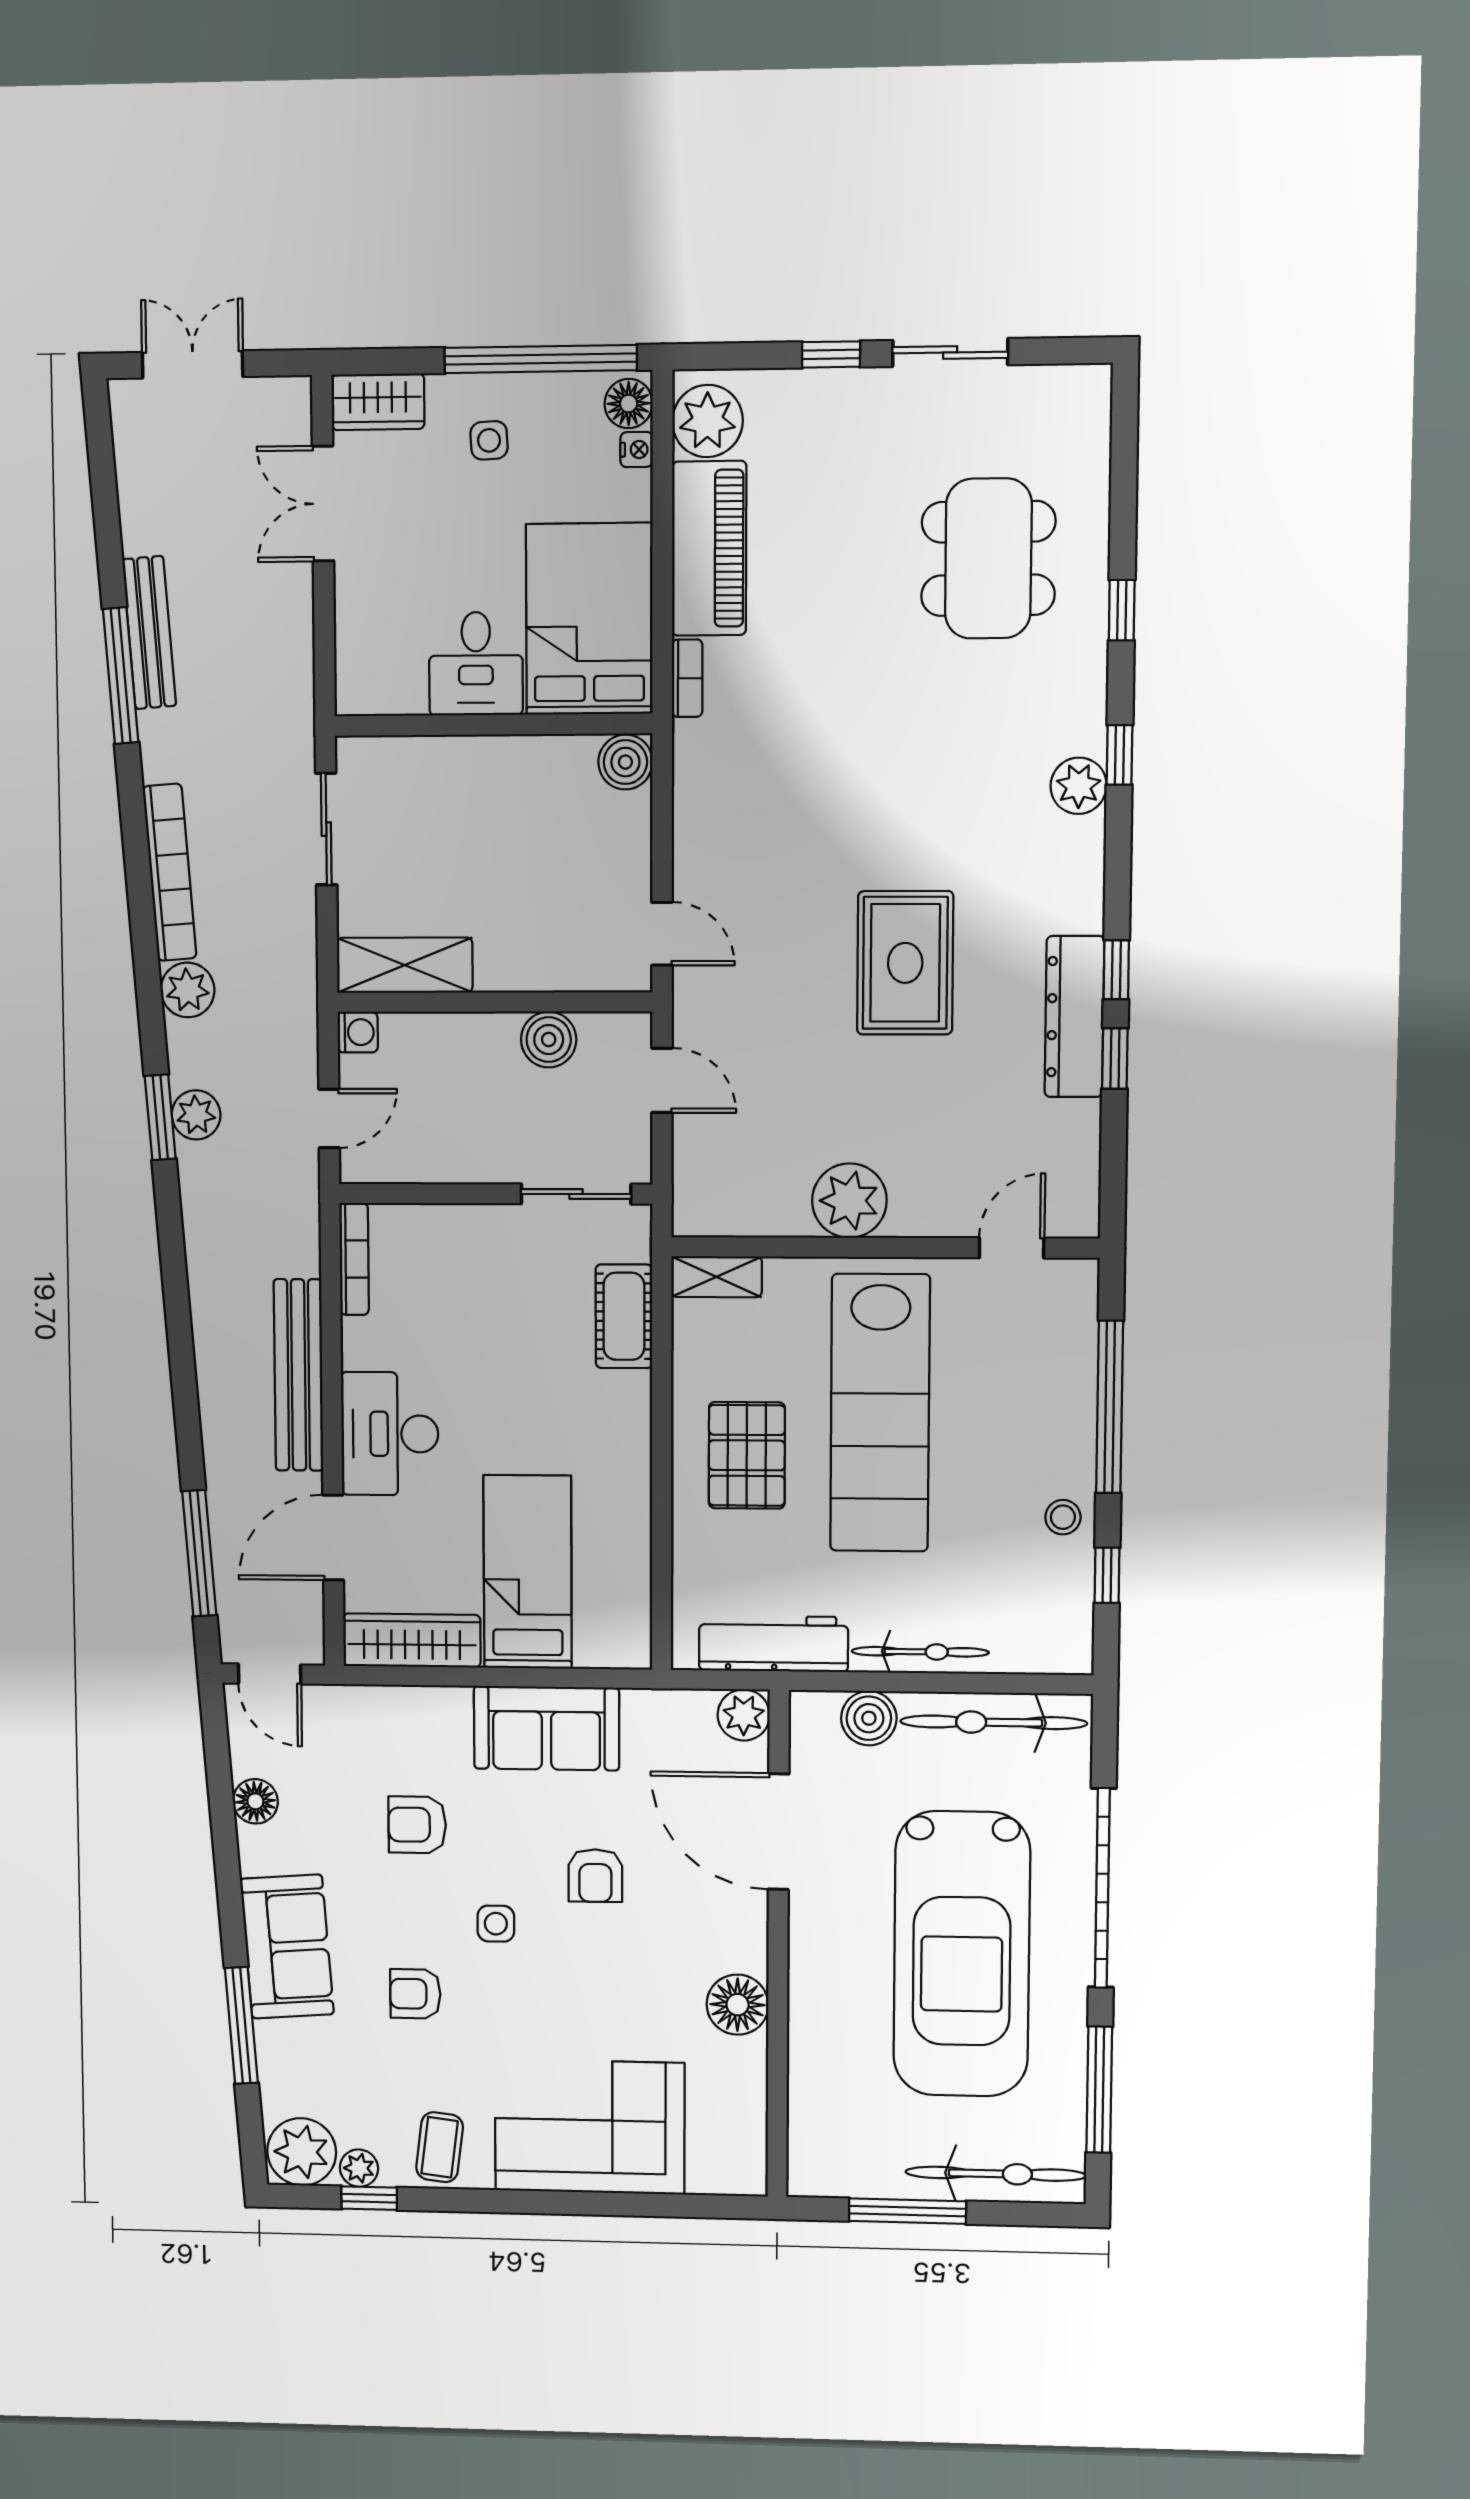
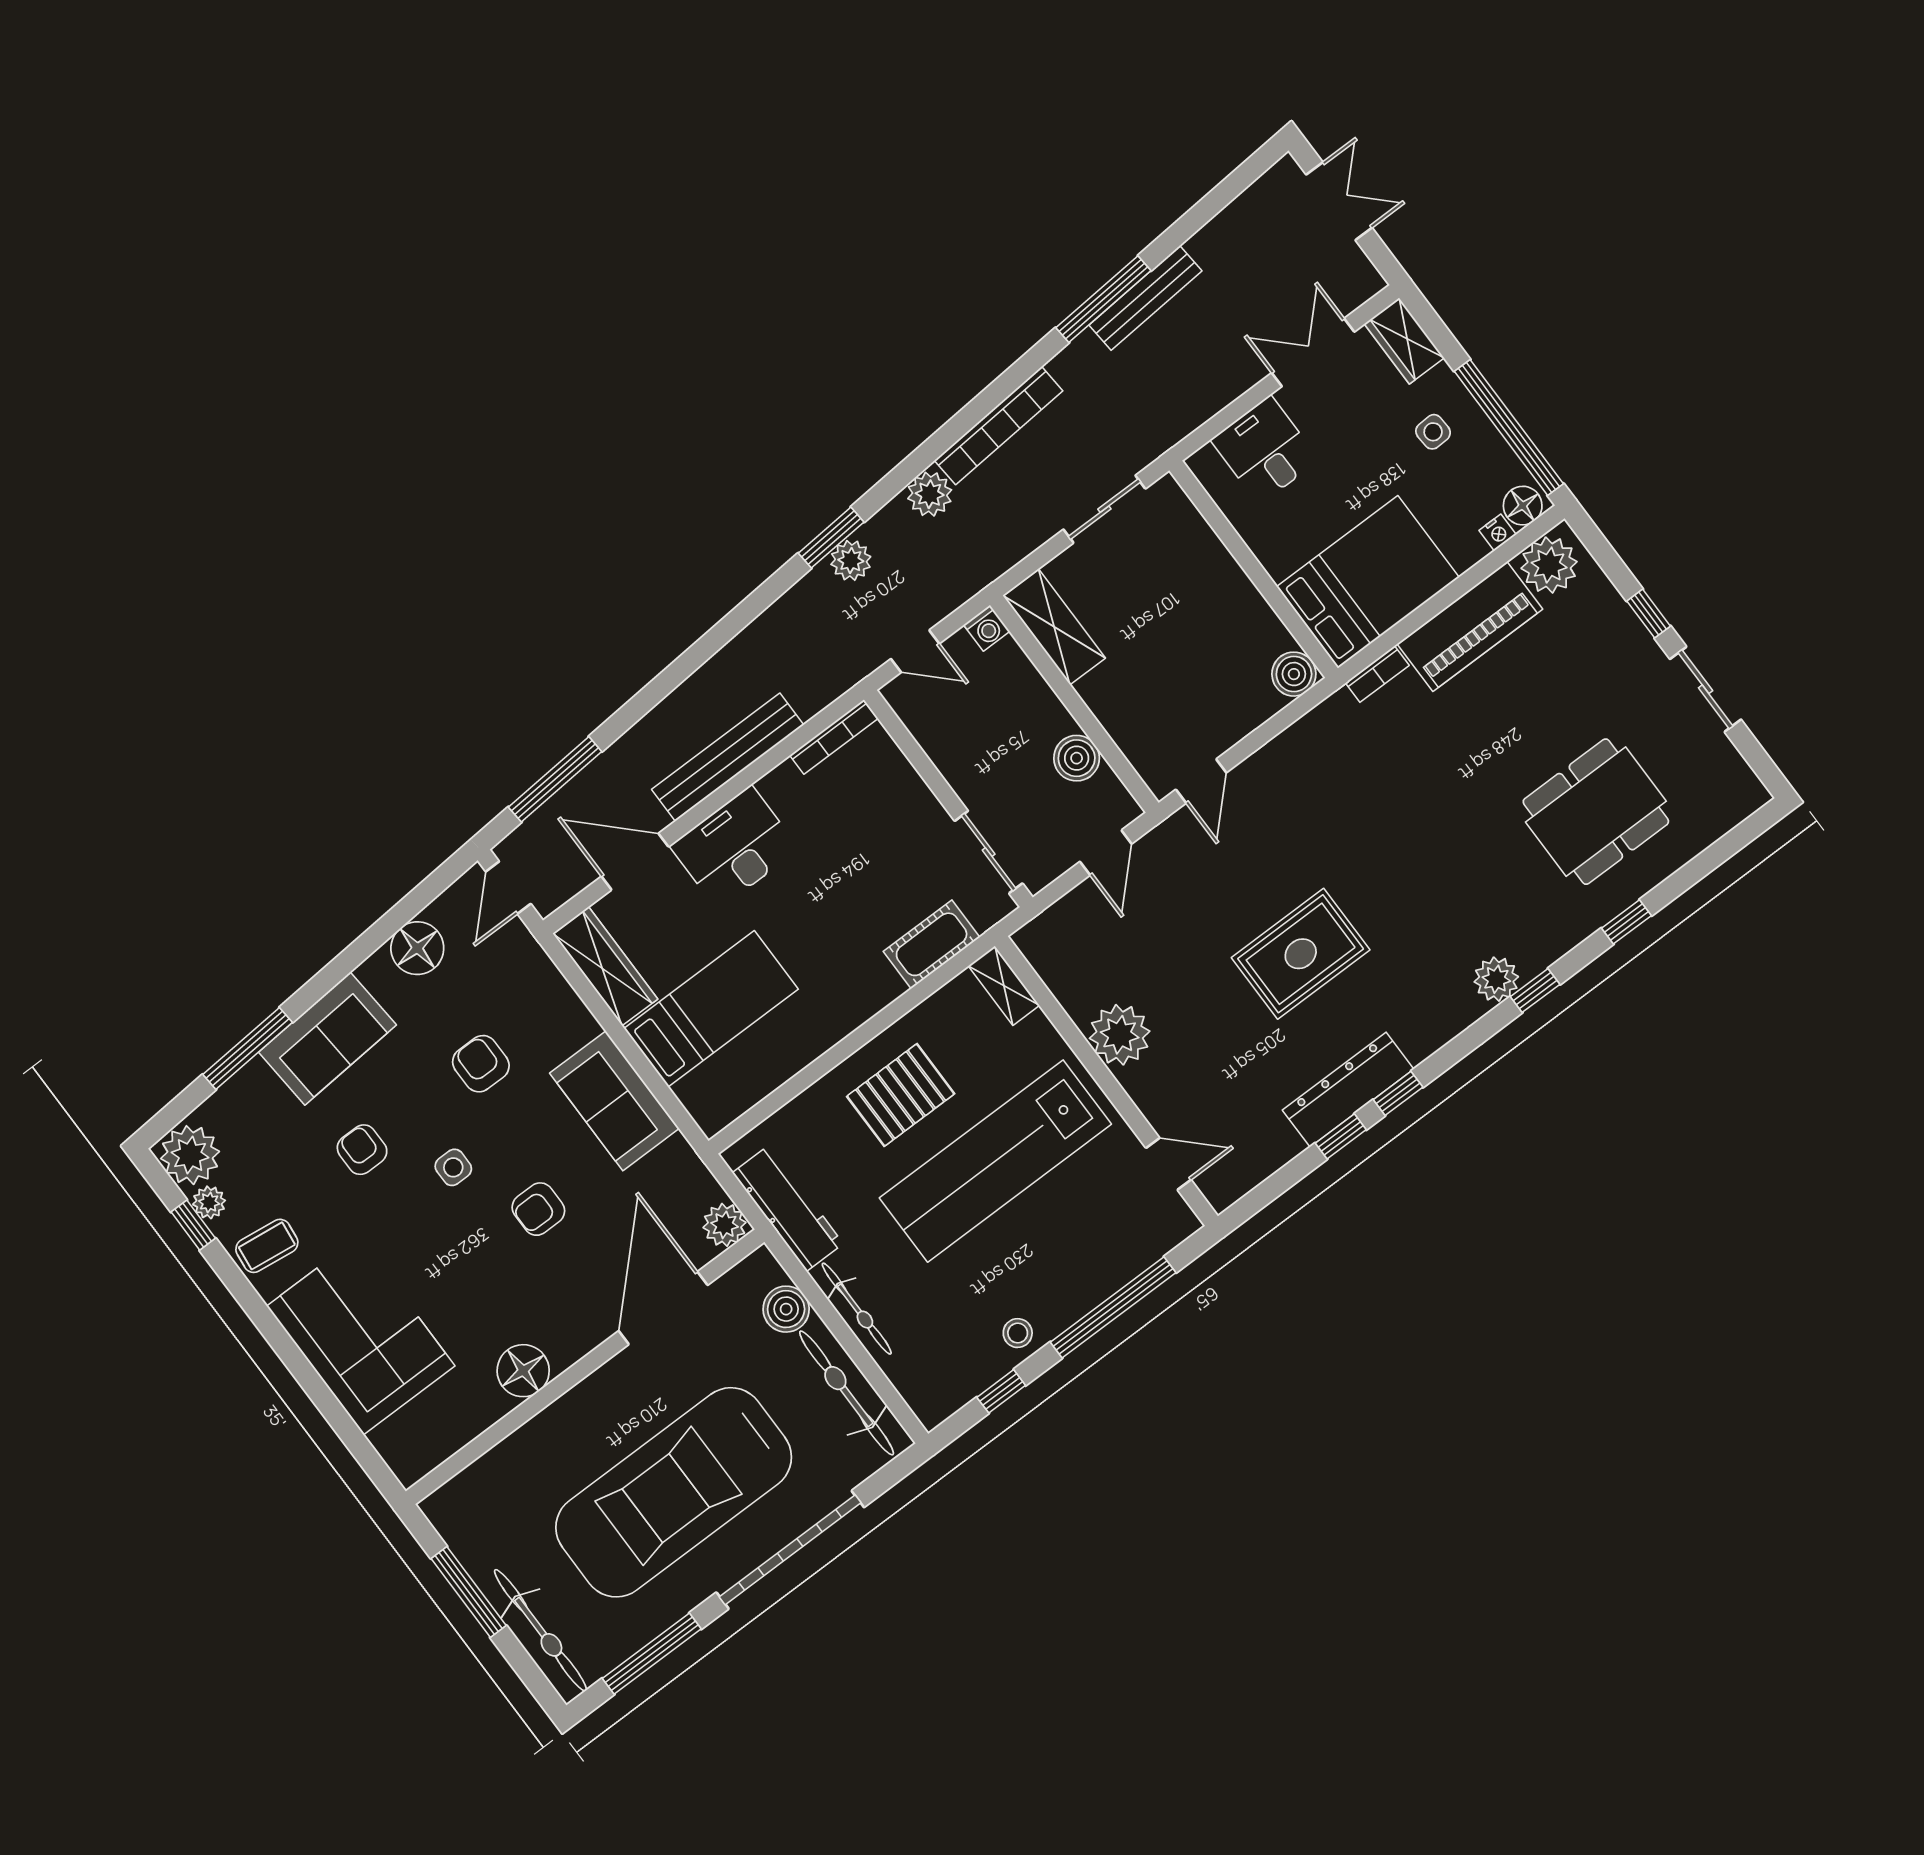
desk: (476, 664) -> (1265, 450), moved, turned 90
floor lamp: (255, 1801) -> (417, 948), width x1.38, depth x1.38

